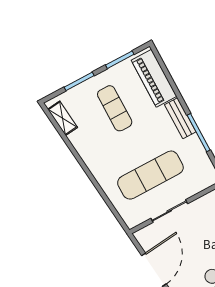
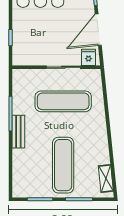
piano: (154, 78) -> (22, 172), removed
exercise mat: (115, 108) -> (63, 165), width x1.36, depth x1.45
fridge: (149, 235) -> (89, 57), added

